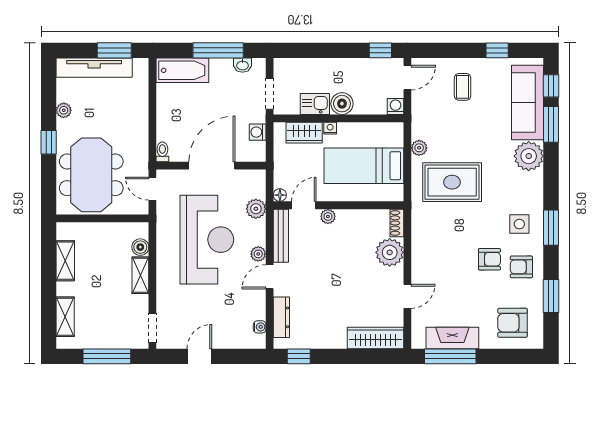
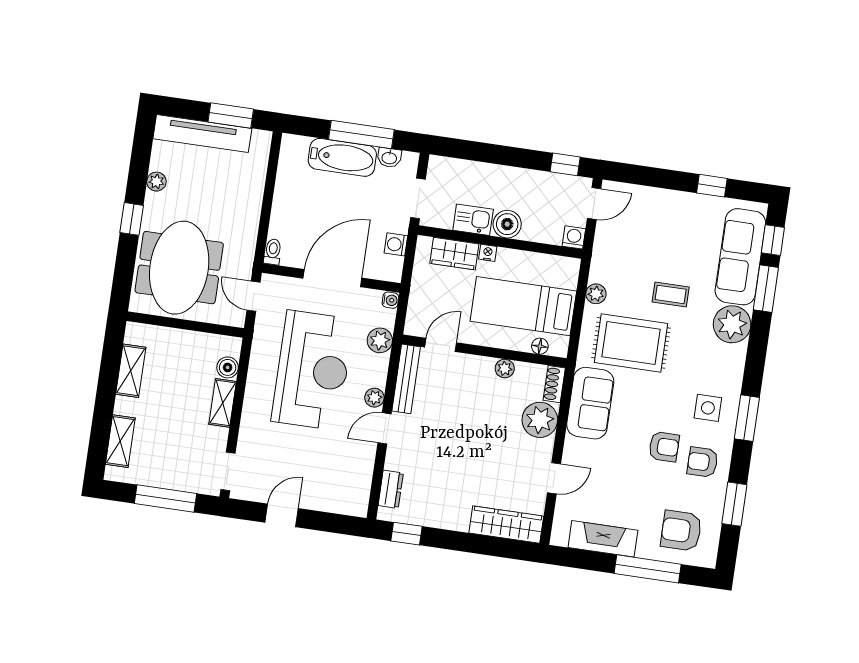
bathtub: (182, 70) -> (342, 157), moved
coffee table: (463, 87) -> (671, 294), moved, turned 90
floor lamp: (280, 195) -> (540, 346), moved
plant: (328, 216) -> (505, 369), moved
sofa: (427, 234) -> (590, 403), added
dresser: (281, 317) -> (391, 489), width x0.70
water cooler: (260, 327) -> (390, 300), moved
window: (450, 356) -> (648, 569), moved

